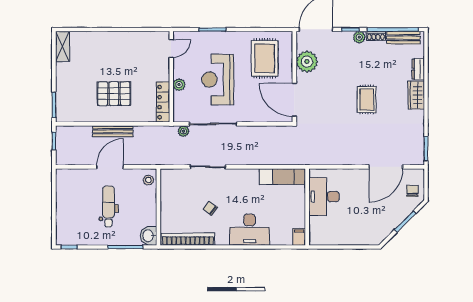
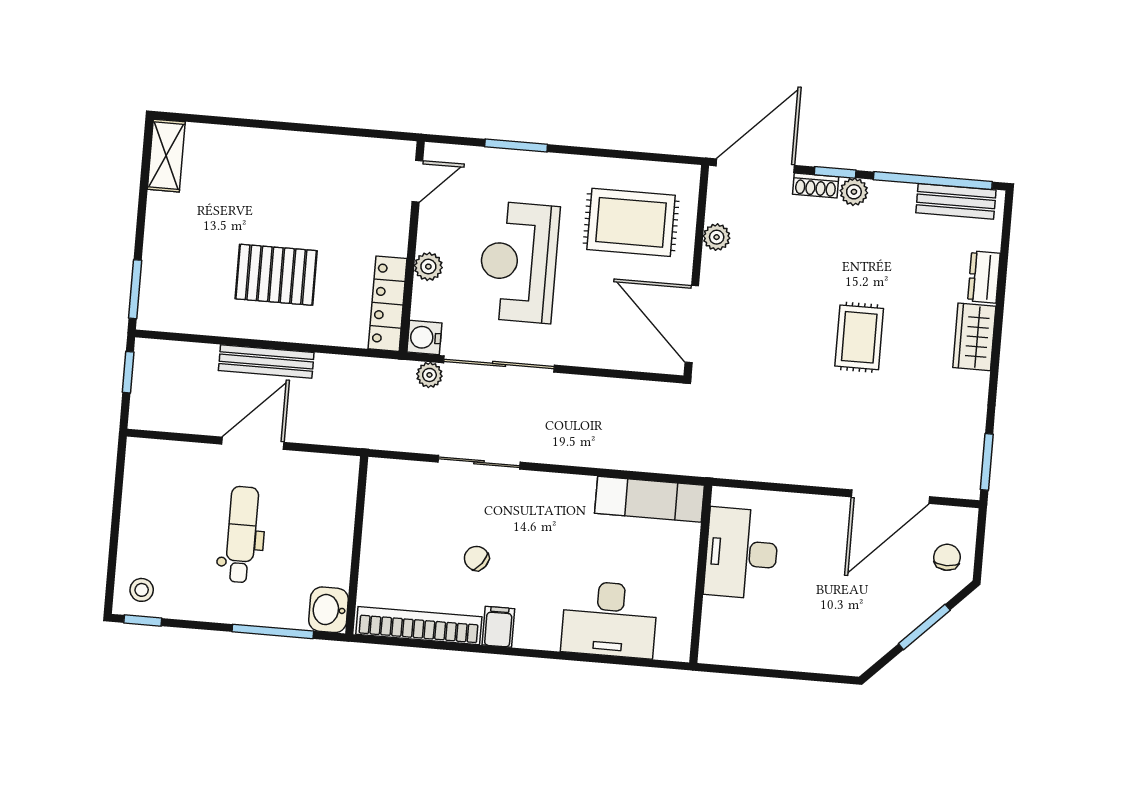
shoe rack: (376, 36) -> (816, 185), moved
rug: (265, 58) -> (631, 222), turned 90
plant: (307, 62) -> (717, 237), width x0.53, depth x0.53
water cooler: (180, 115) -> (424, 337), added
stool: (148, 180) -> (142, 590), moved
desk: (250, 230) -> (609, 619), moved
filing cabinet: (299, 237) -> (498, 627), moved

